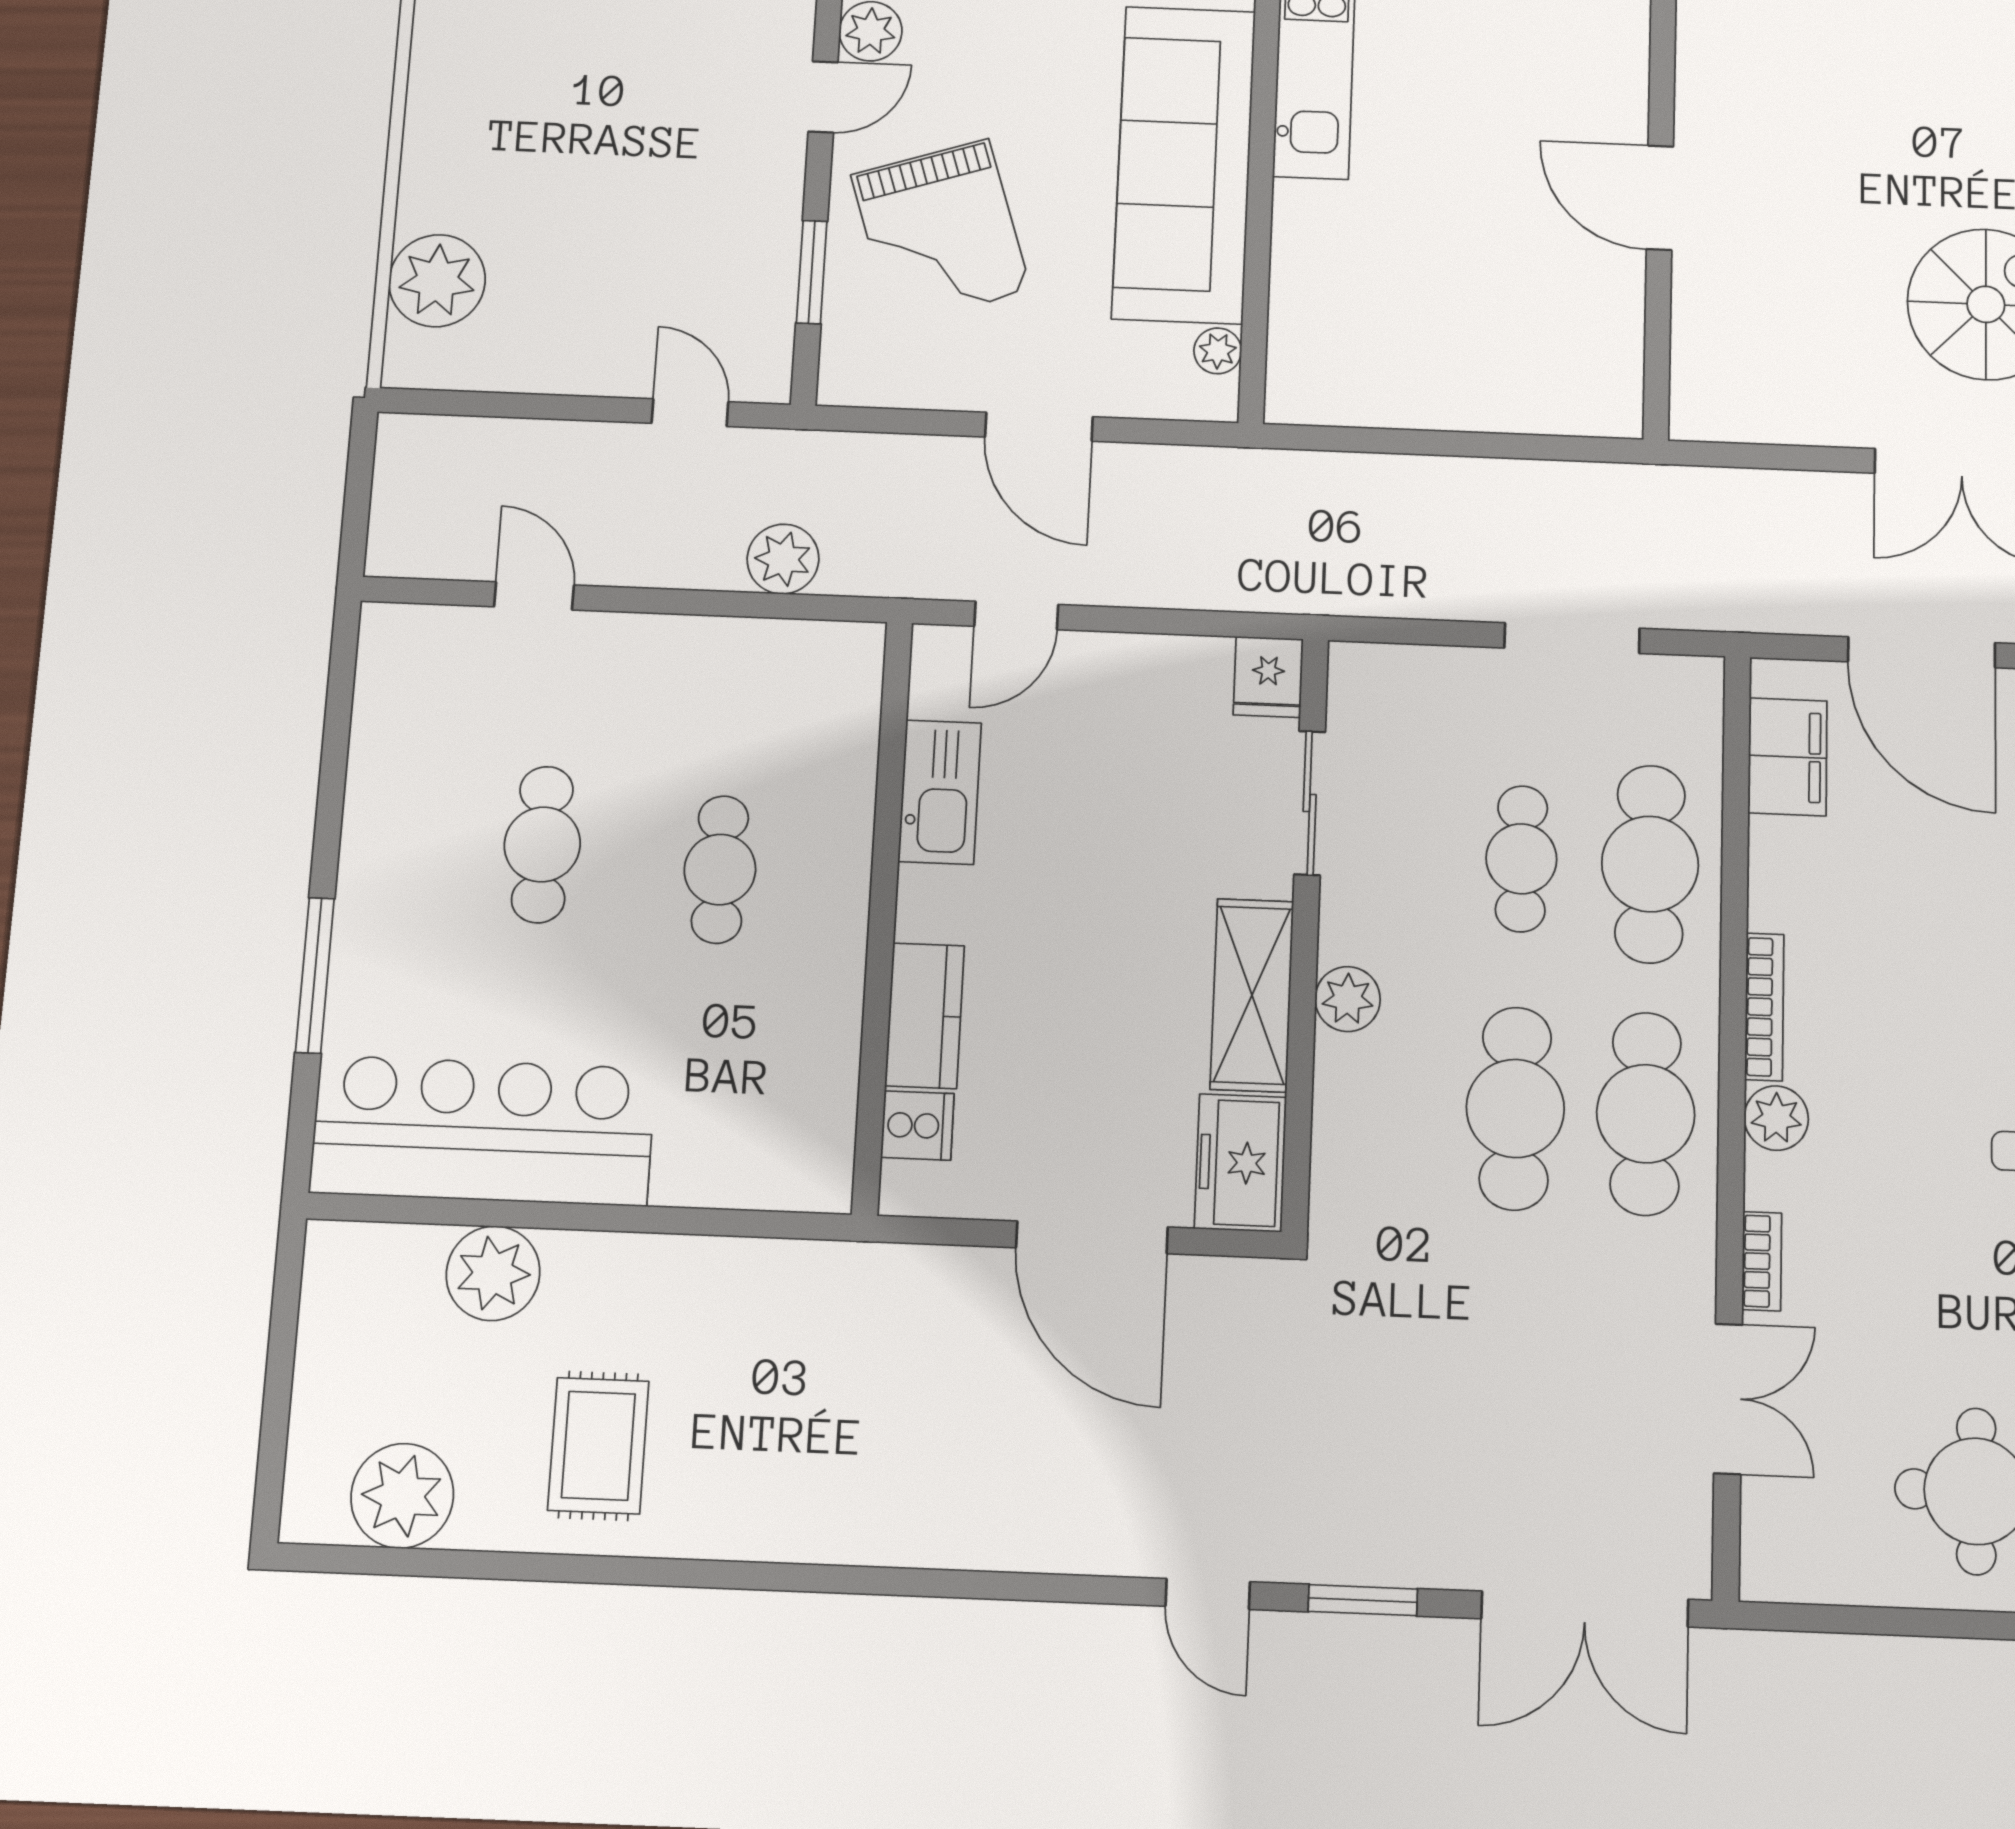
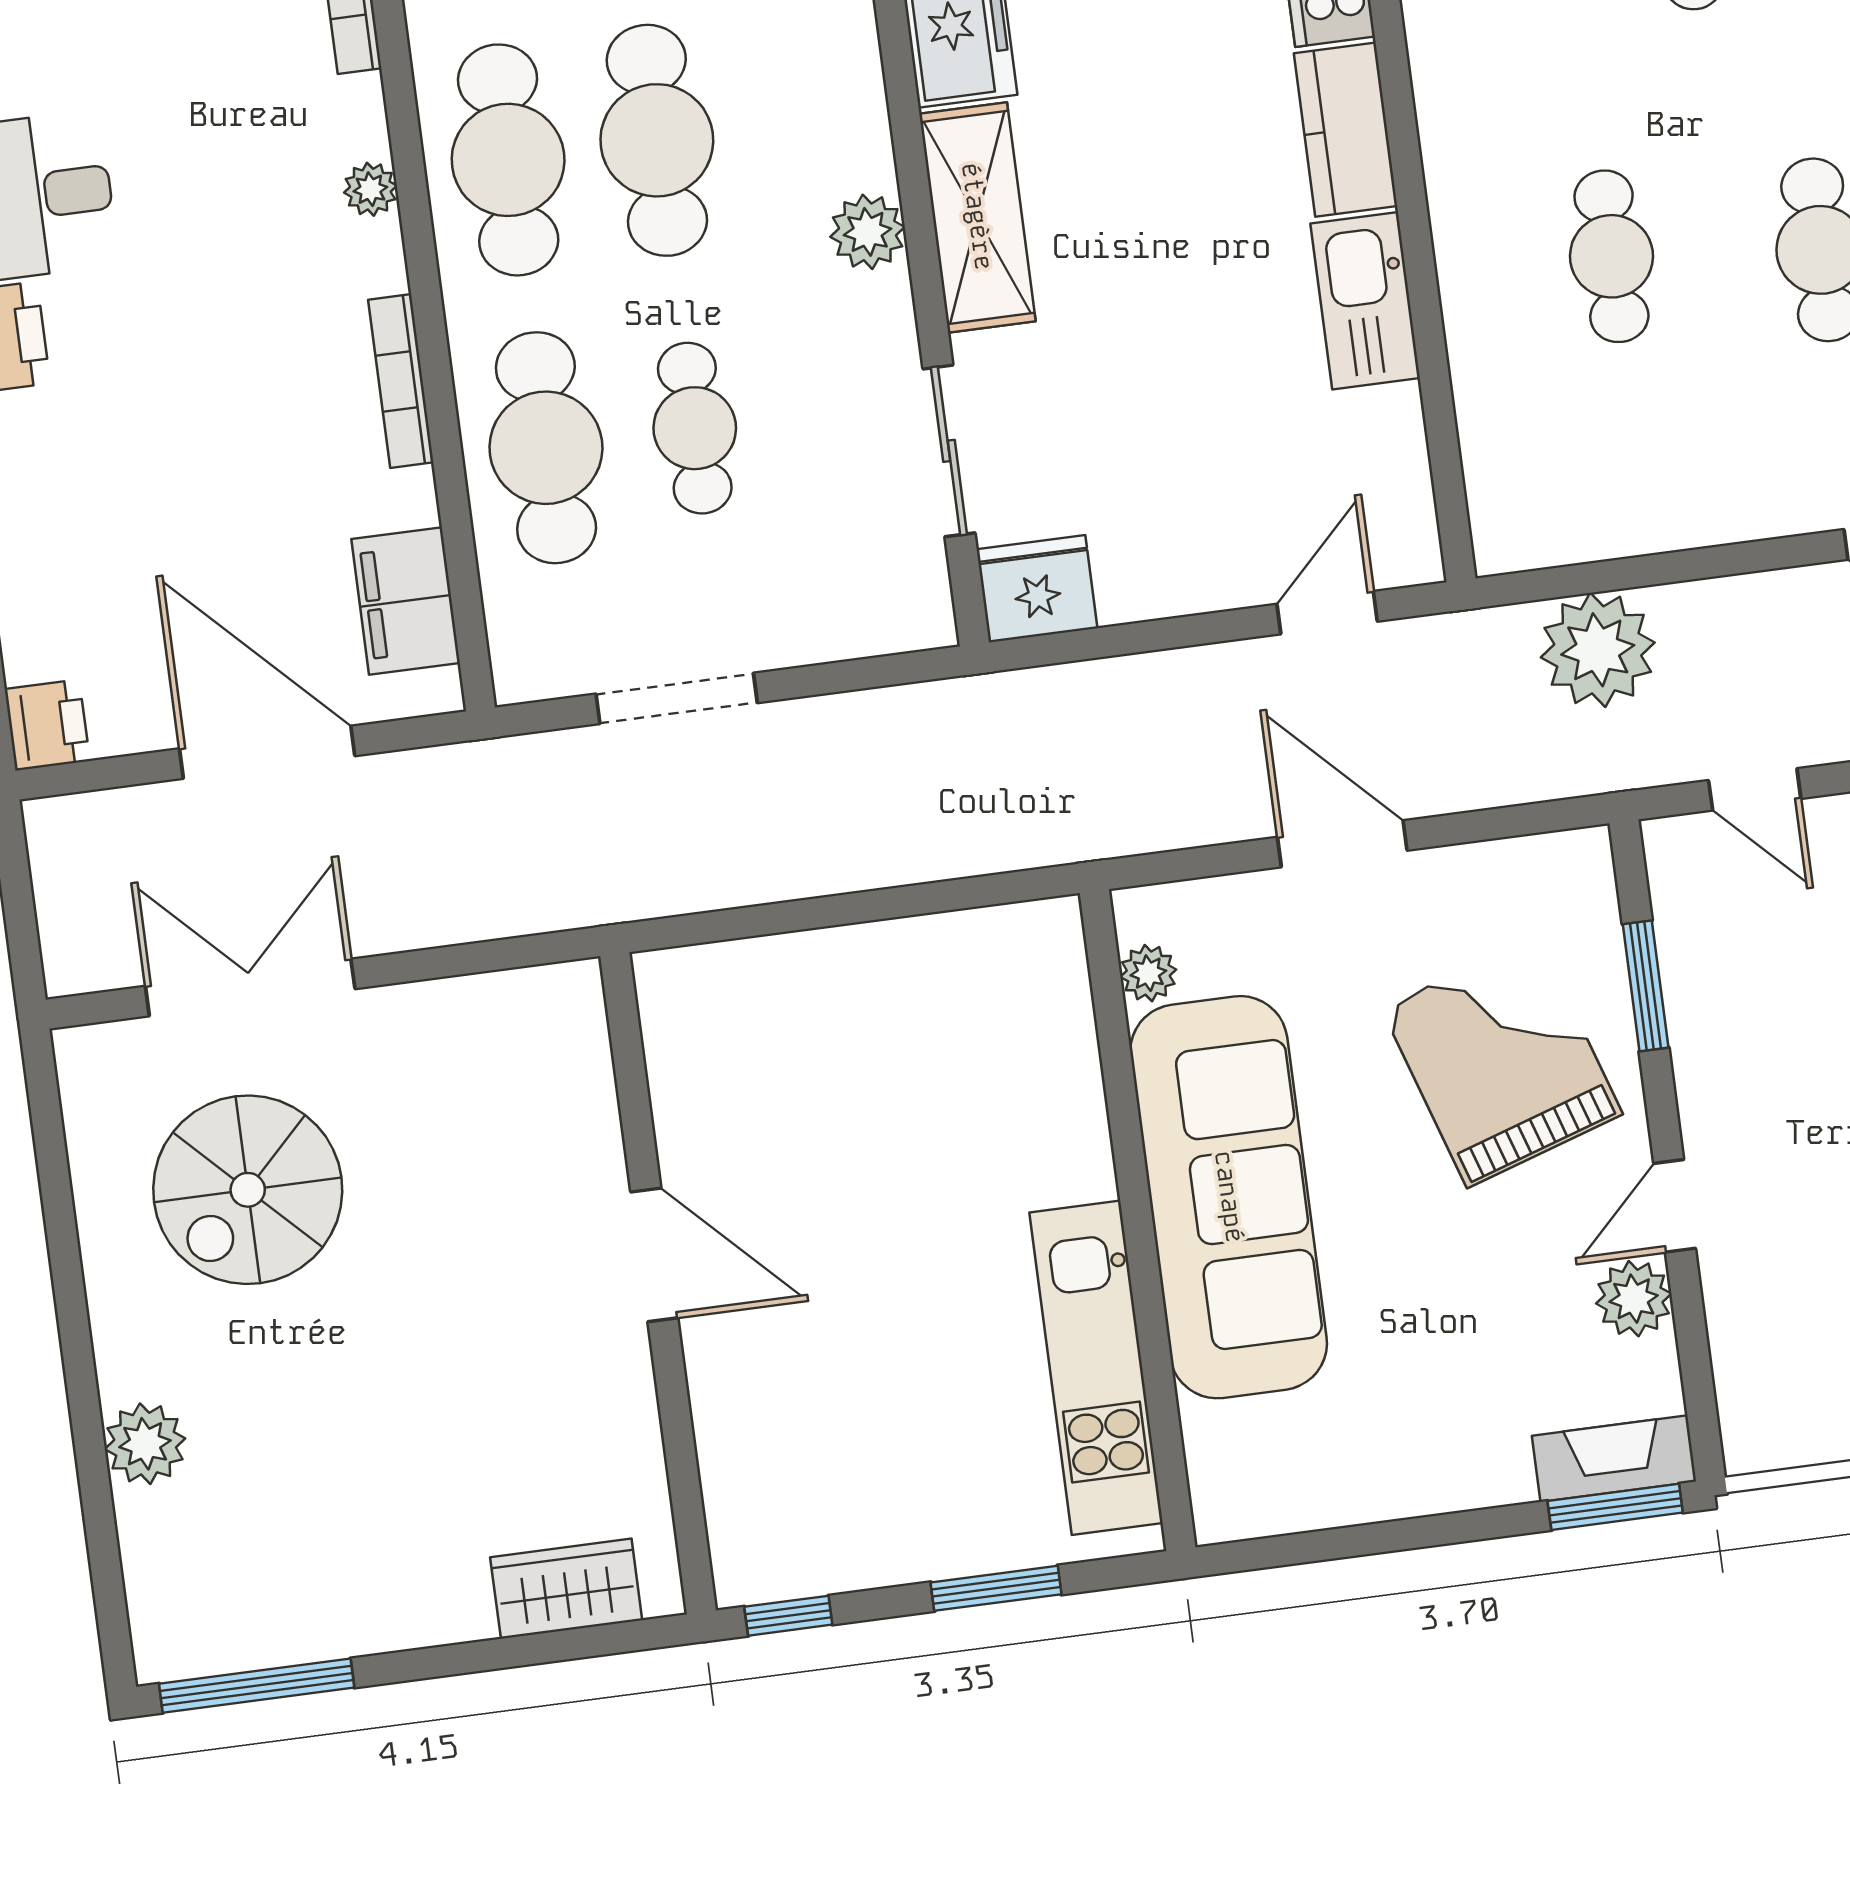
plant: (783, 559) -> (1598, 650), width x1.36, depth x1.36
fridge: (1268, 677) -> (1037, 589), width x1.38
kitchen sink: (940, 792) -> (1365, 301), moved
bookcase: (1764, 1007) -> (401, 381), moved
plant: (1776, 1118) -> (370, 189), width x0.73, depth x0.73

